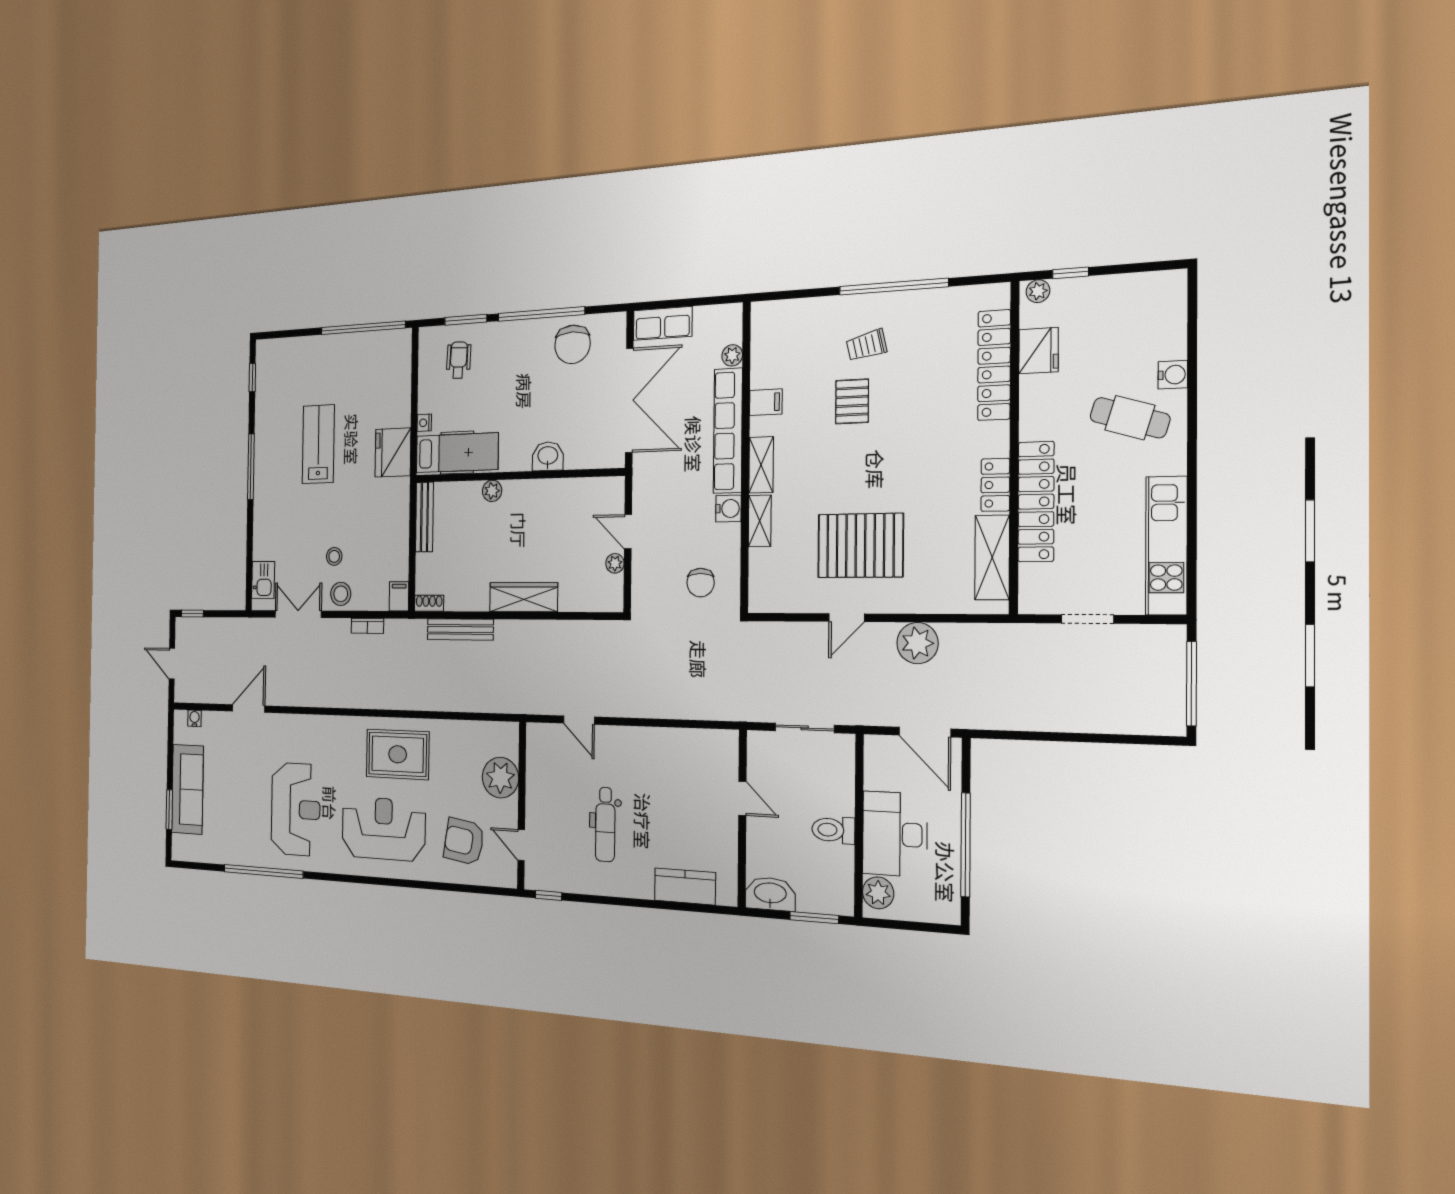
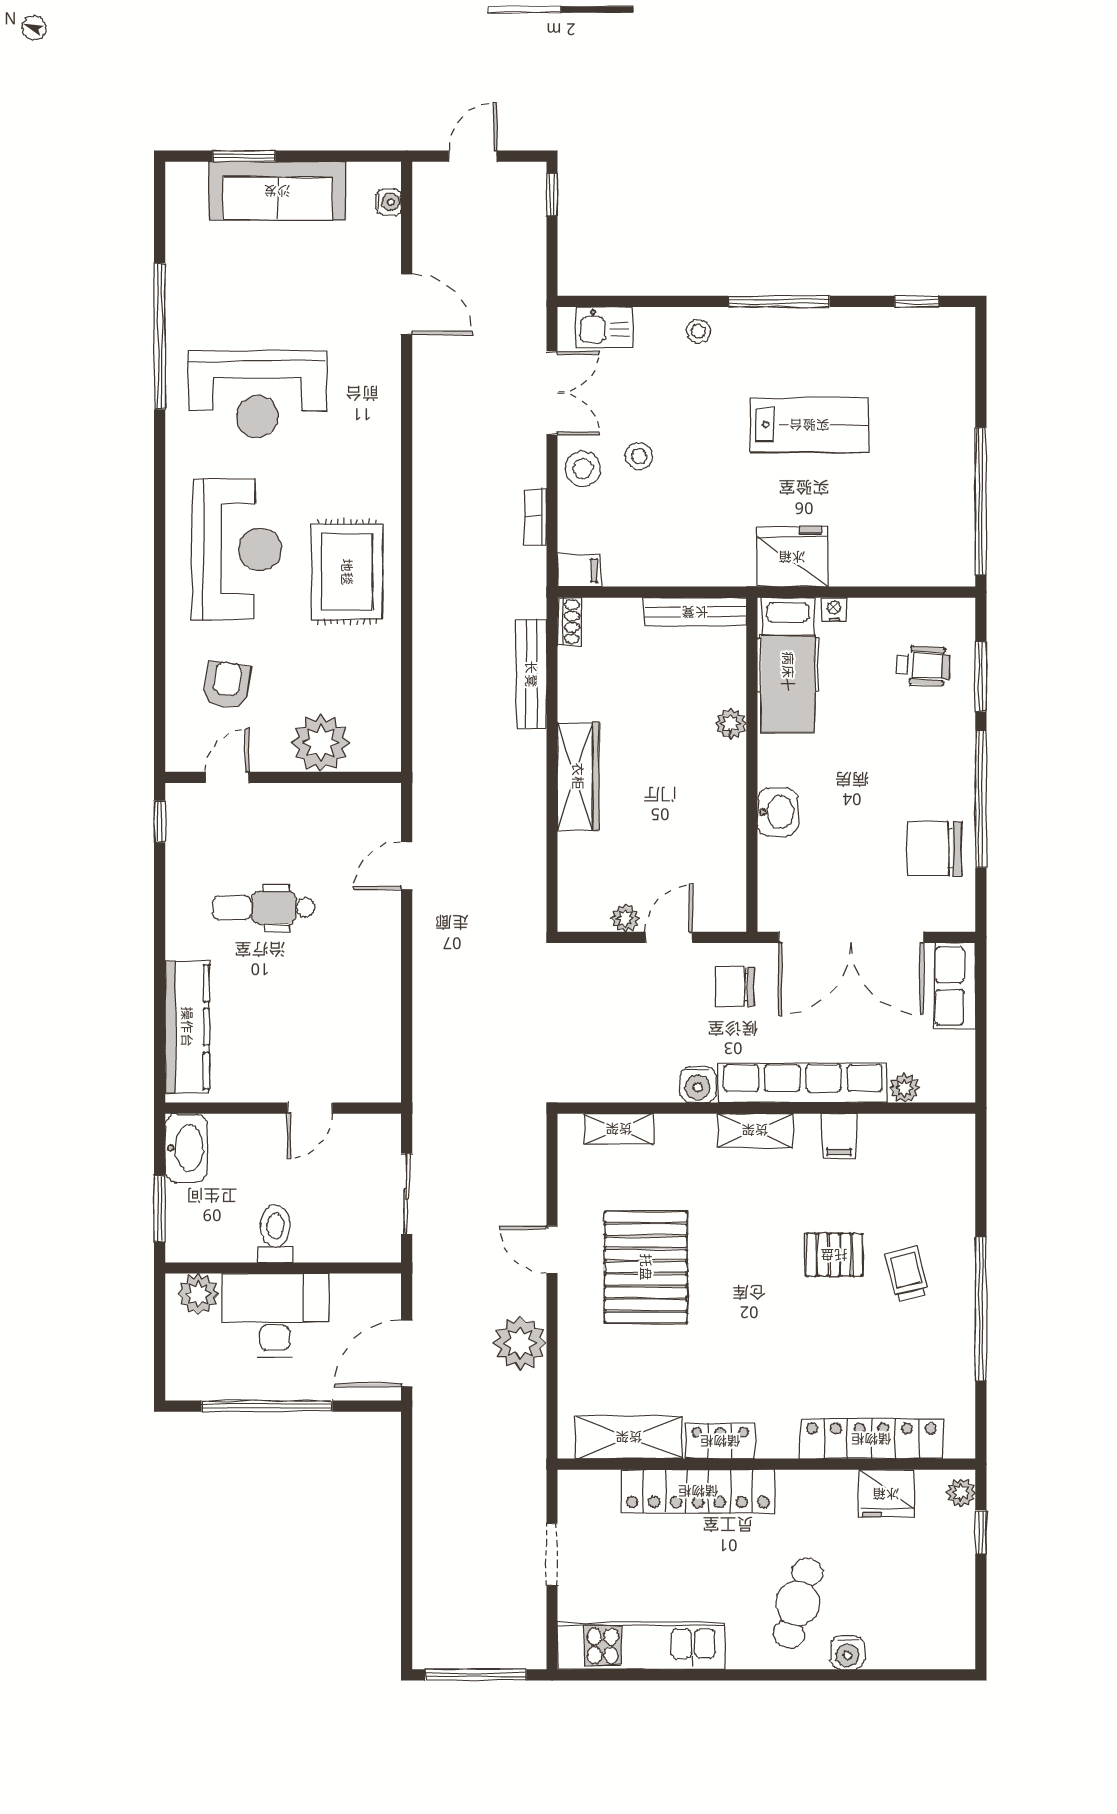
stool: (266, 519) -> (698, 331), added
shelving: (760, 521) -> (619, 1129), moved
chair: (701, 583) -> (734, 987), moved
armchair: (464, 841) -> (227, 685), width x0.72, depth x0.72
kitchen counter: (685, 886) -> (187, 1027), width x1.50

